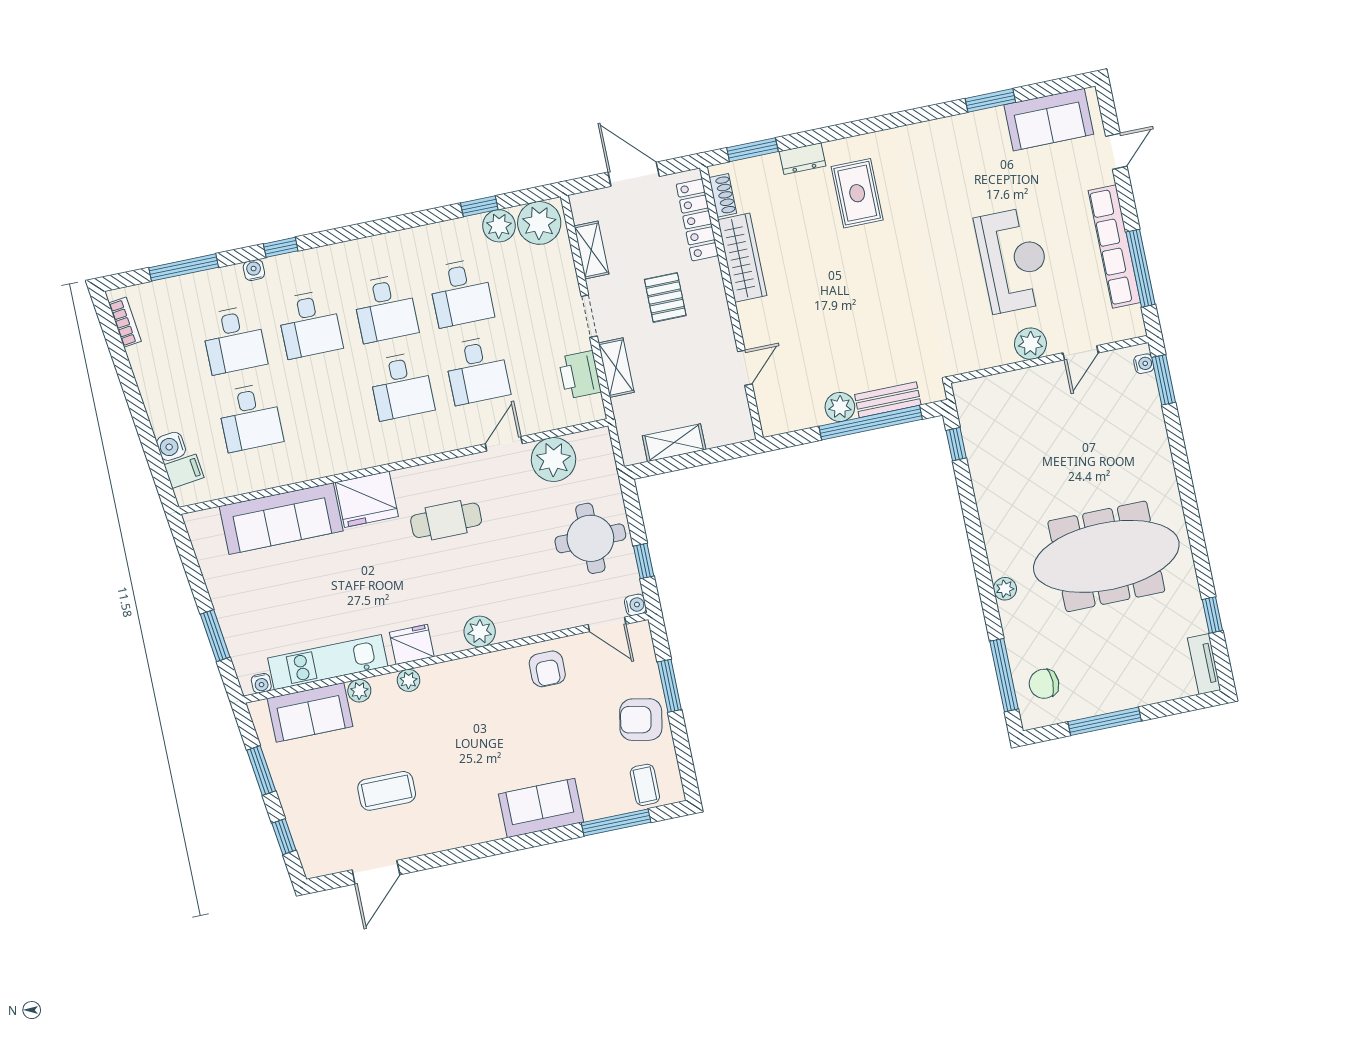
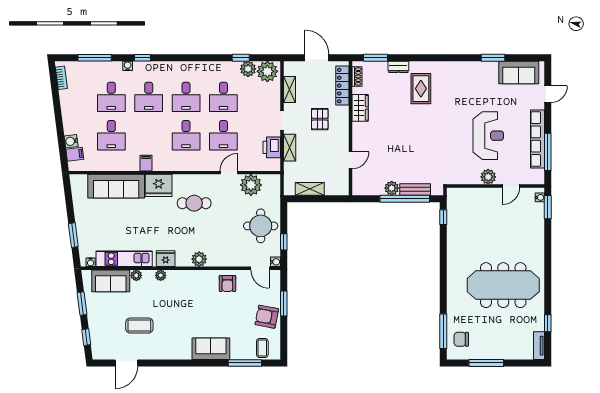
wardrobe: (742, 258) -> (360, 108), width x0.67
filing cabinet: (332, 459) -> (146, 163), added
plant: (1005, 589) -> (452, 290), removed

